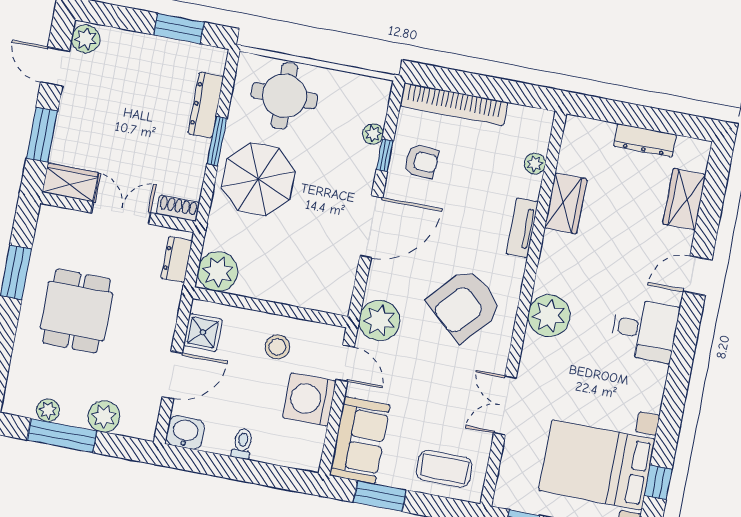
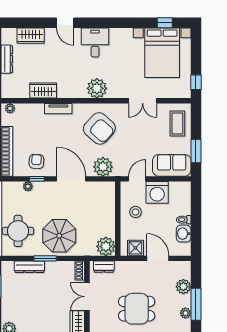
plant: (535, 164) -> (10, 108), moved
plant: (379, 320) -> (103, 167), moved
washbasin: (185, 432) -> (184, 234), moved

